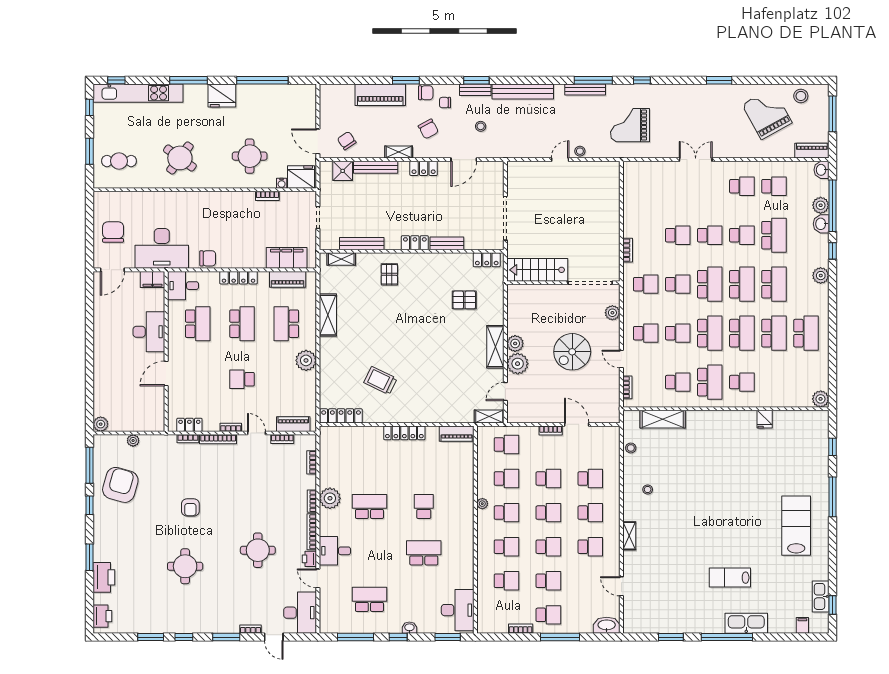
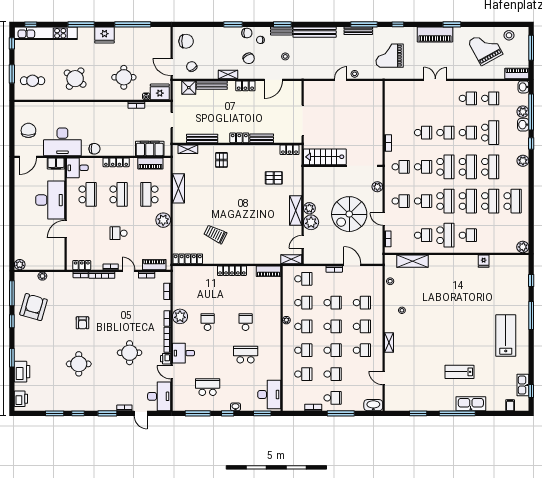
piano: (380, 95) -> (435, 34), moved
chair: (339, 104) -> (186, 41), added
desk: (149, 332) -> (50, 200), width x1.36, depth x1.30
spiral stairs: (572, 352) -> (349, 214), width x1.37, depth x1.37
school desk: (369, 506) -> (208, 322), width x0.54

